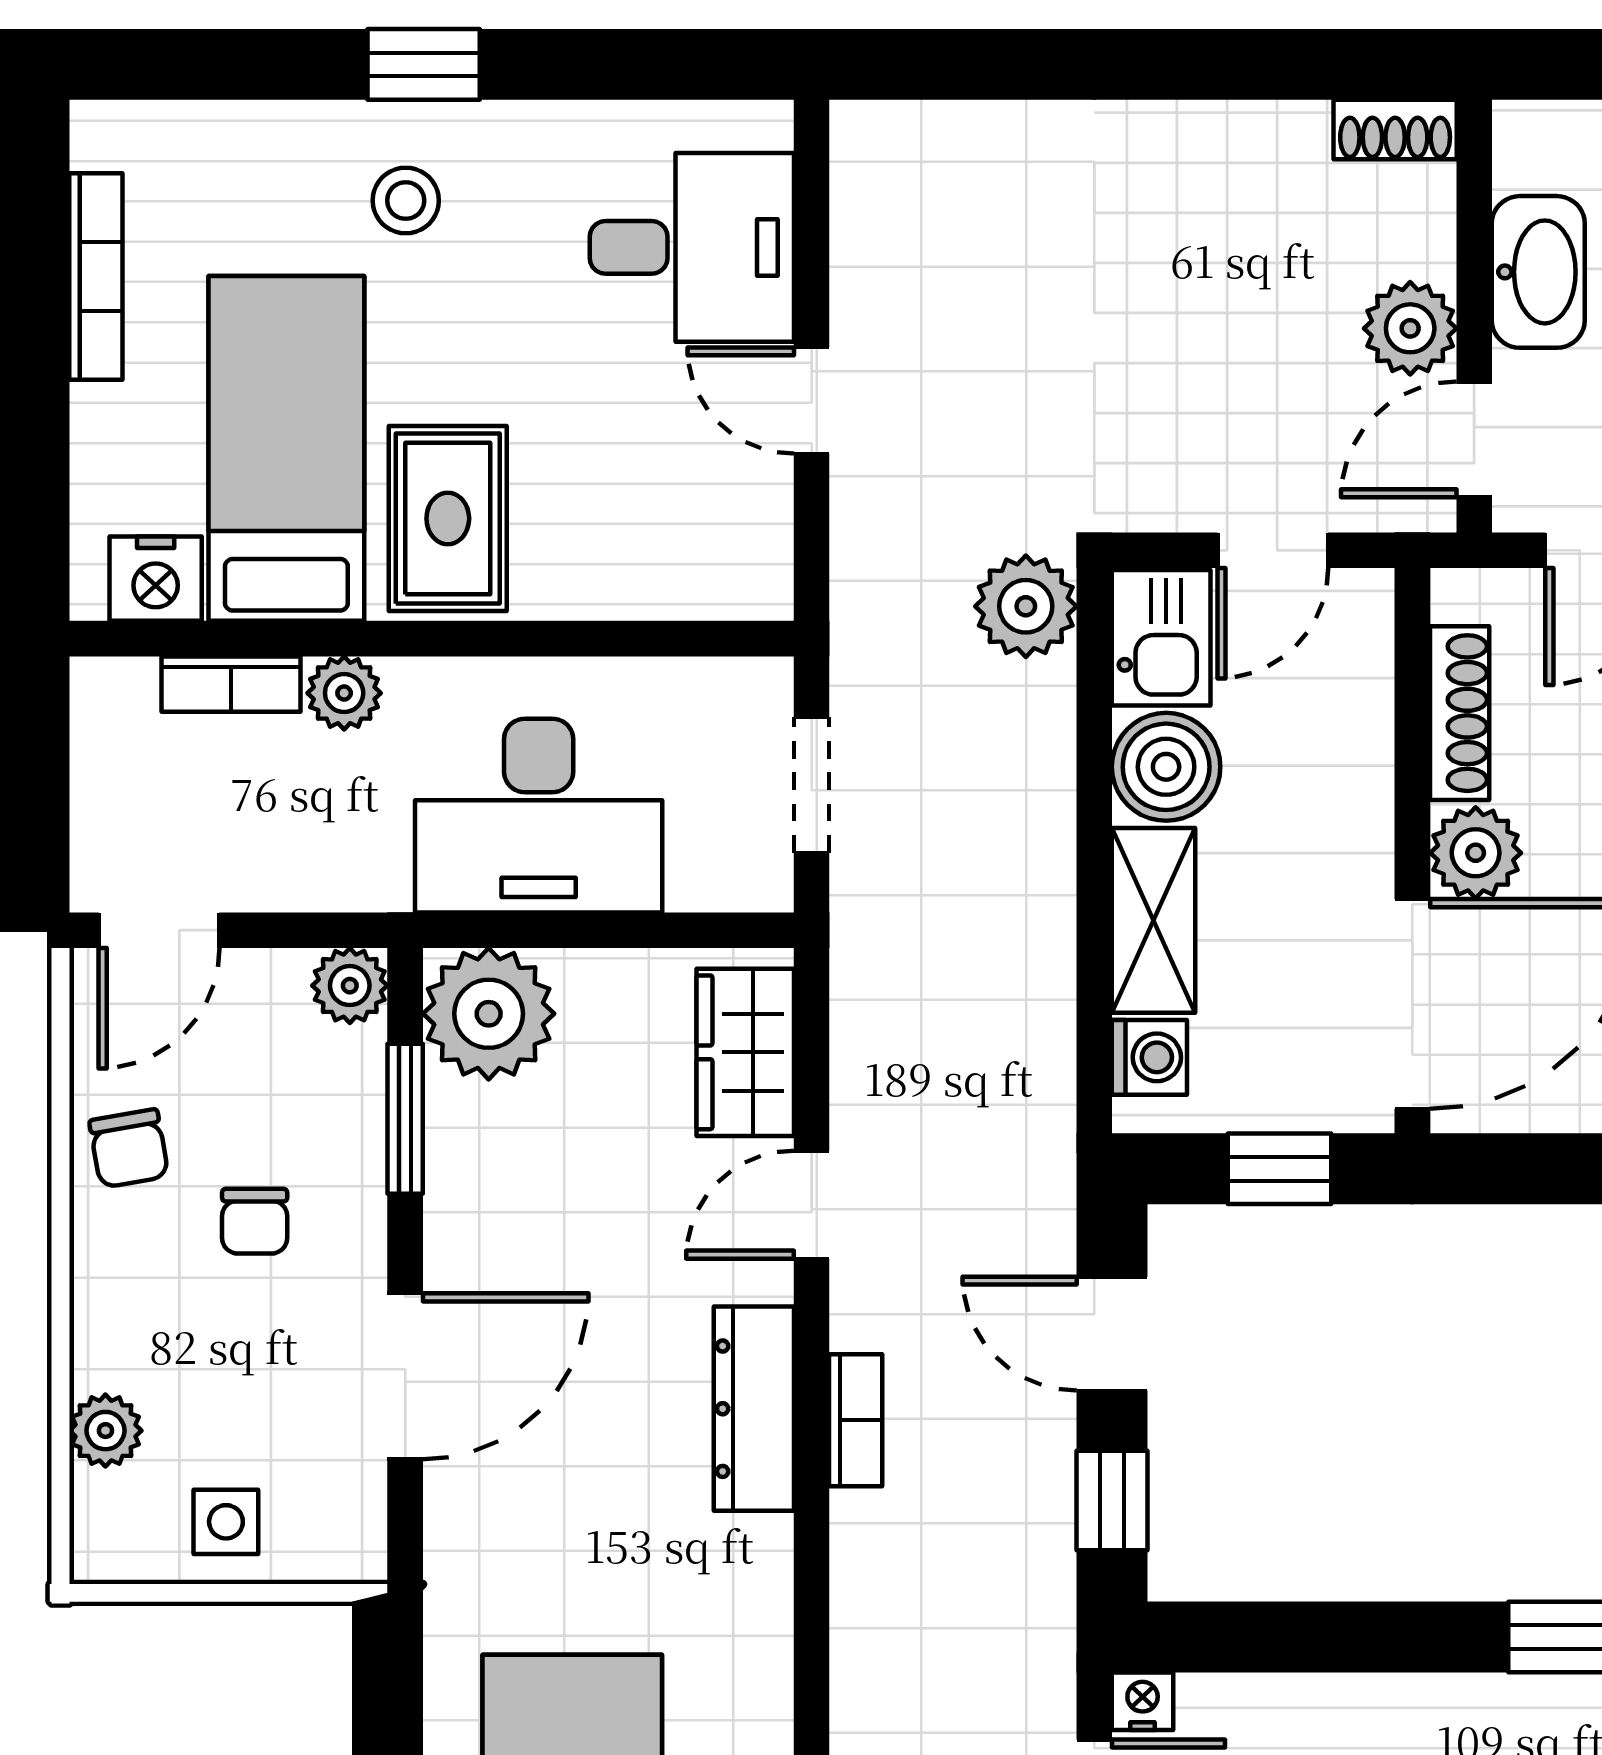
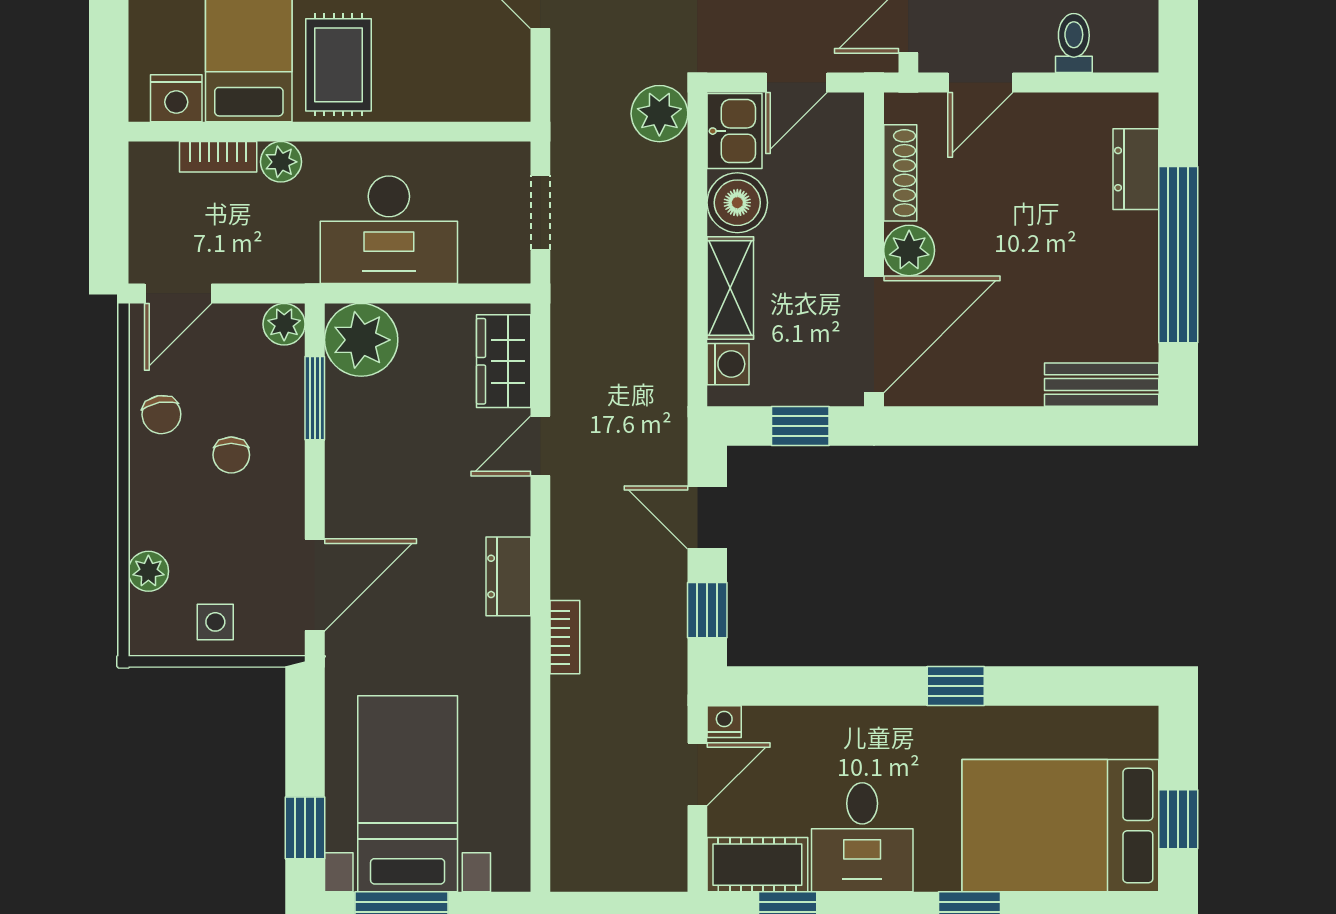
door: (405, 1376) -> (315, 585), moved
dresser: (754, 1409) -> (508, 576), width x0.70
bookcase: (856, 1420) -> (565, 637), moved

